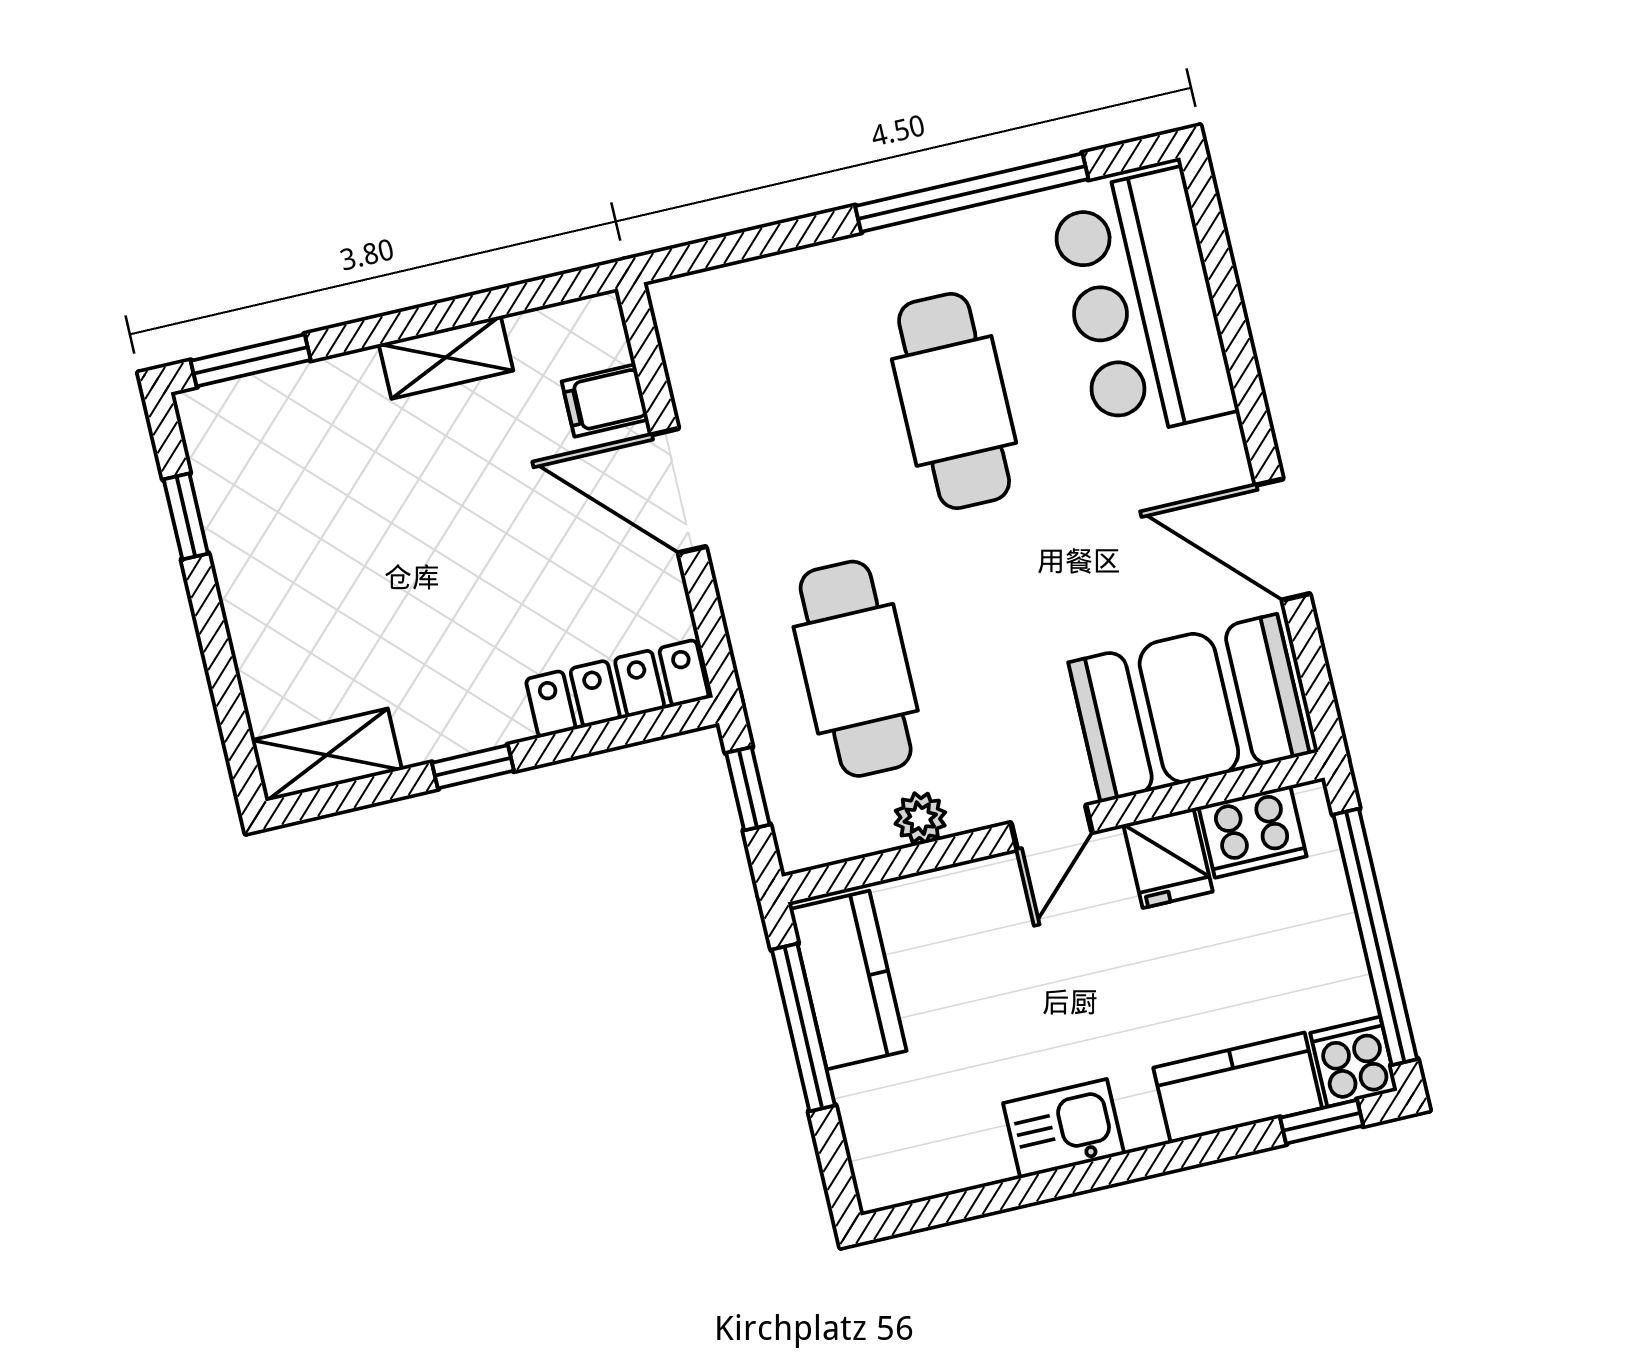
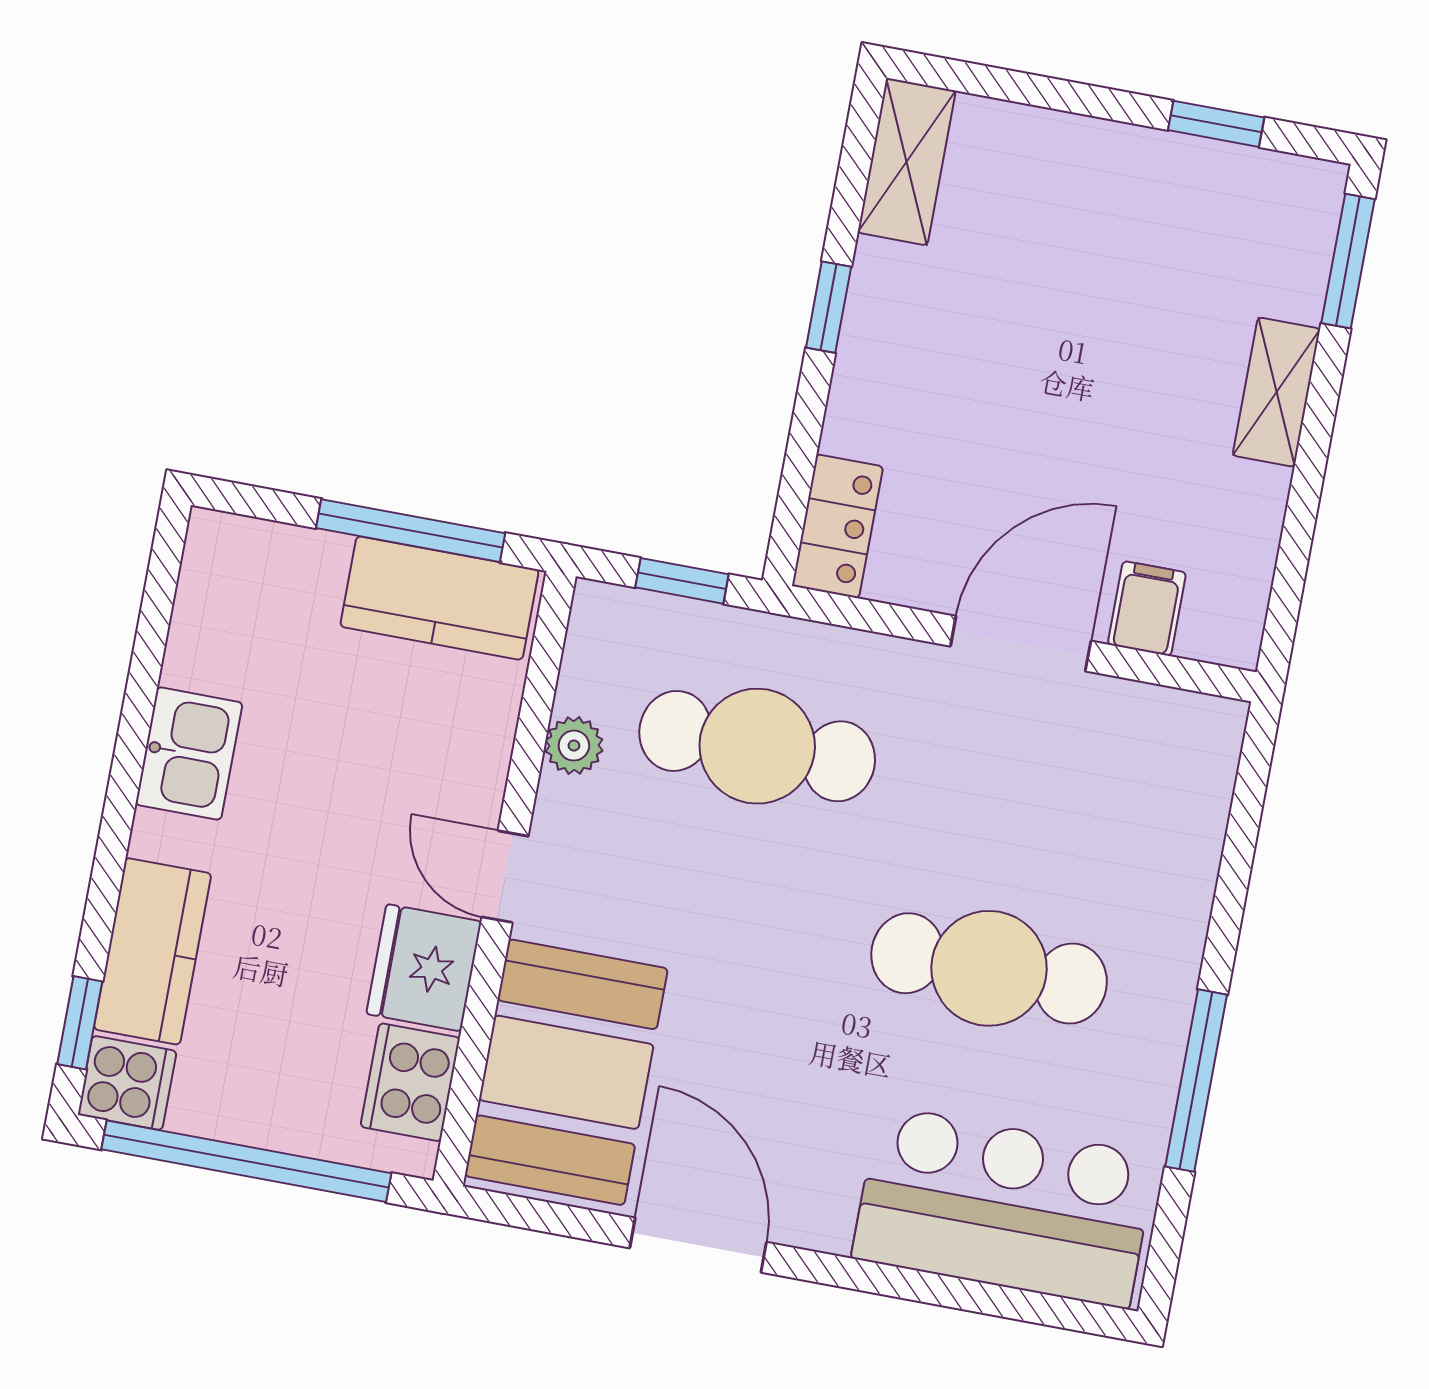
window: (972, 193) -> (1196, 1081), width x0.68
shelving: (446, 357) -> (1276, 392), moved
door: (1283, 539) -> (698, 1245), hinge flipped
locker: (617, 689) -> (838, 526), width x0.66
fridge: (1168, 858) -> (424, 968), width x1.38

